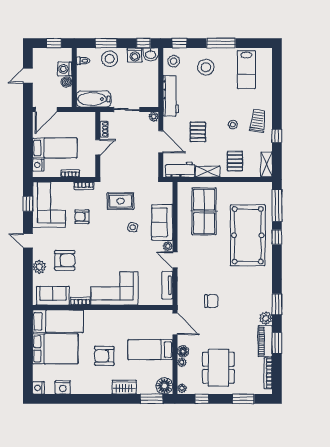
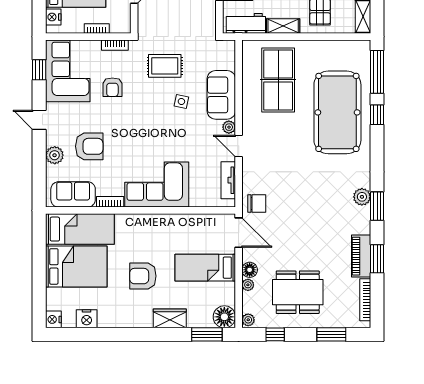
armchair: (82, 217) -> (112, 87), turned -90
chair: (211, 301) -> (257, 204), moved
plant: (266, 318) -> (362, 197), moved
dining table: (218, 368) -> (298, 292), turned 90

